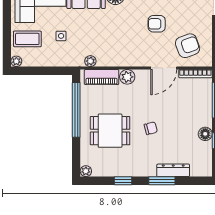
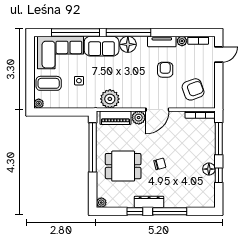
armchair: (157, 24) -> (165, 70), turned 90
plant: (90, 61) -> (110, 99), width x1.87, depth x1.87
door: (164, 68) -> (157, 110), moved
dresser: (173, 170) -> (149, 202), moved
window: (162, 181) -> (170, 211), width x1.44

